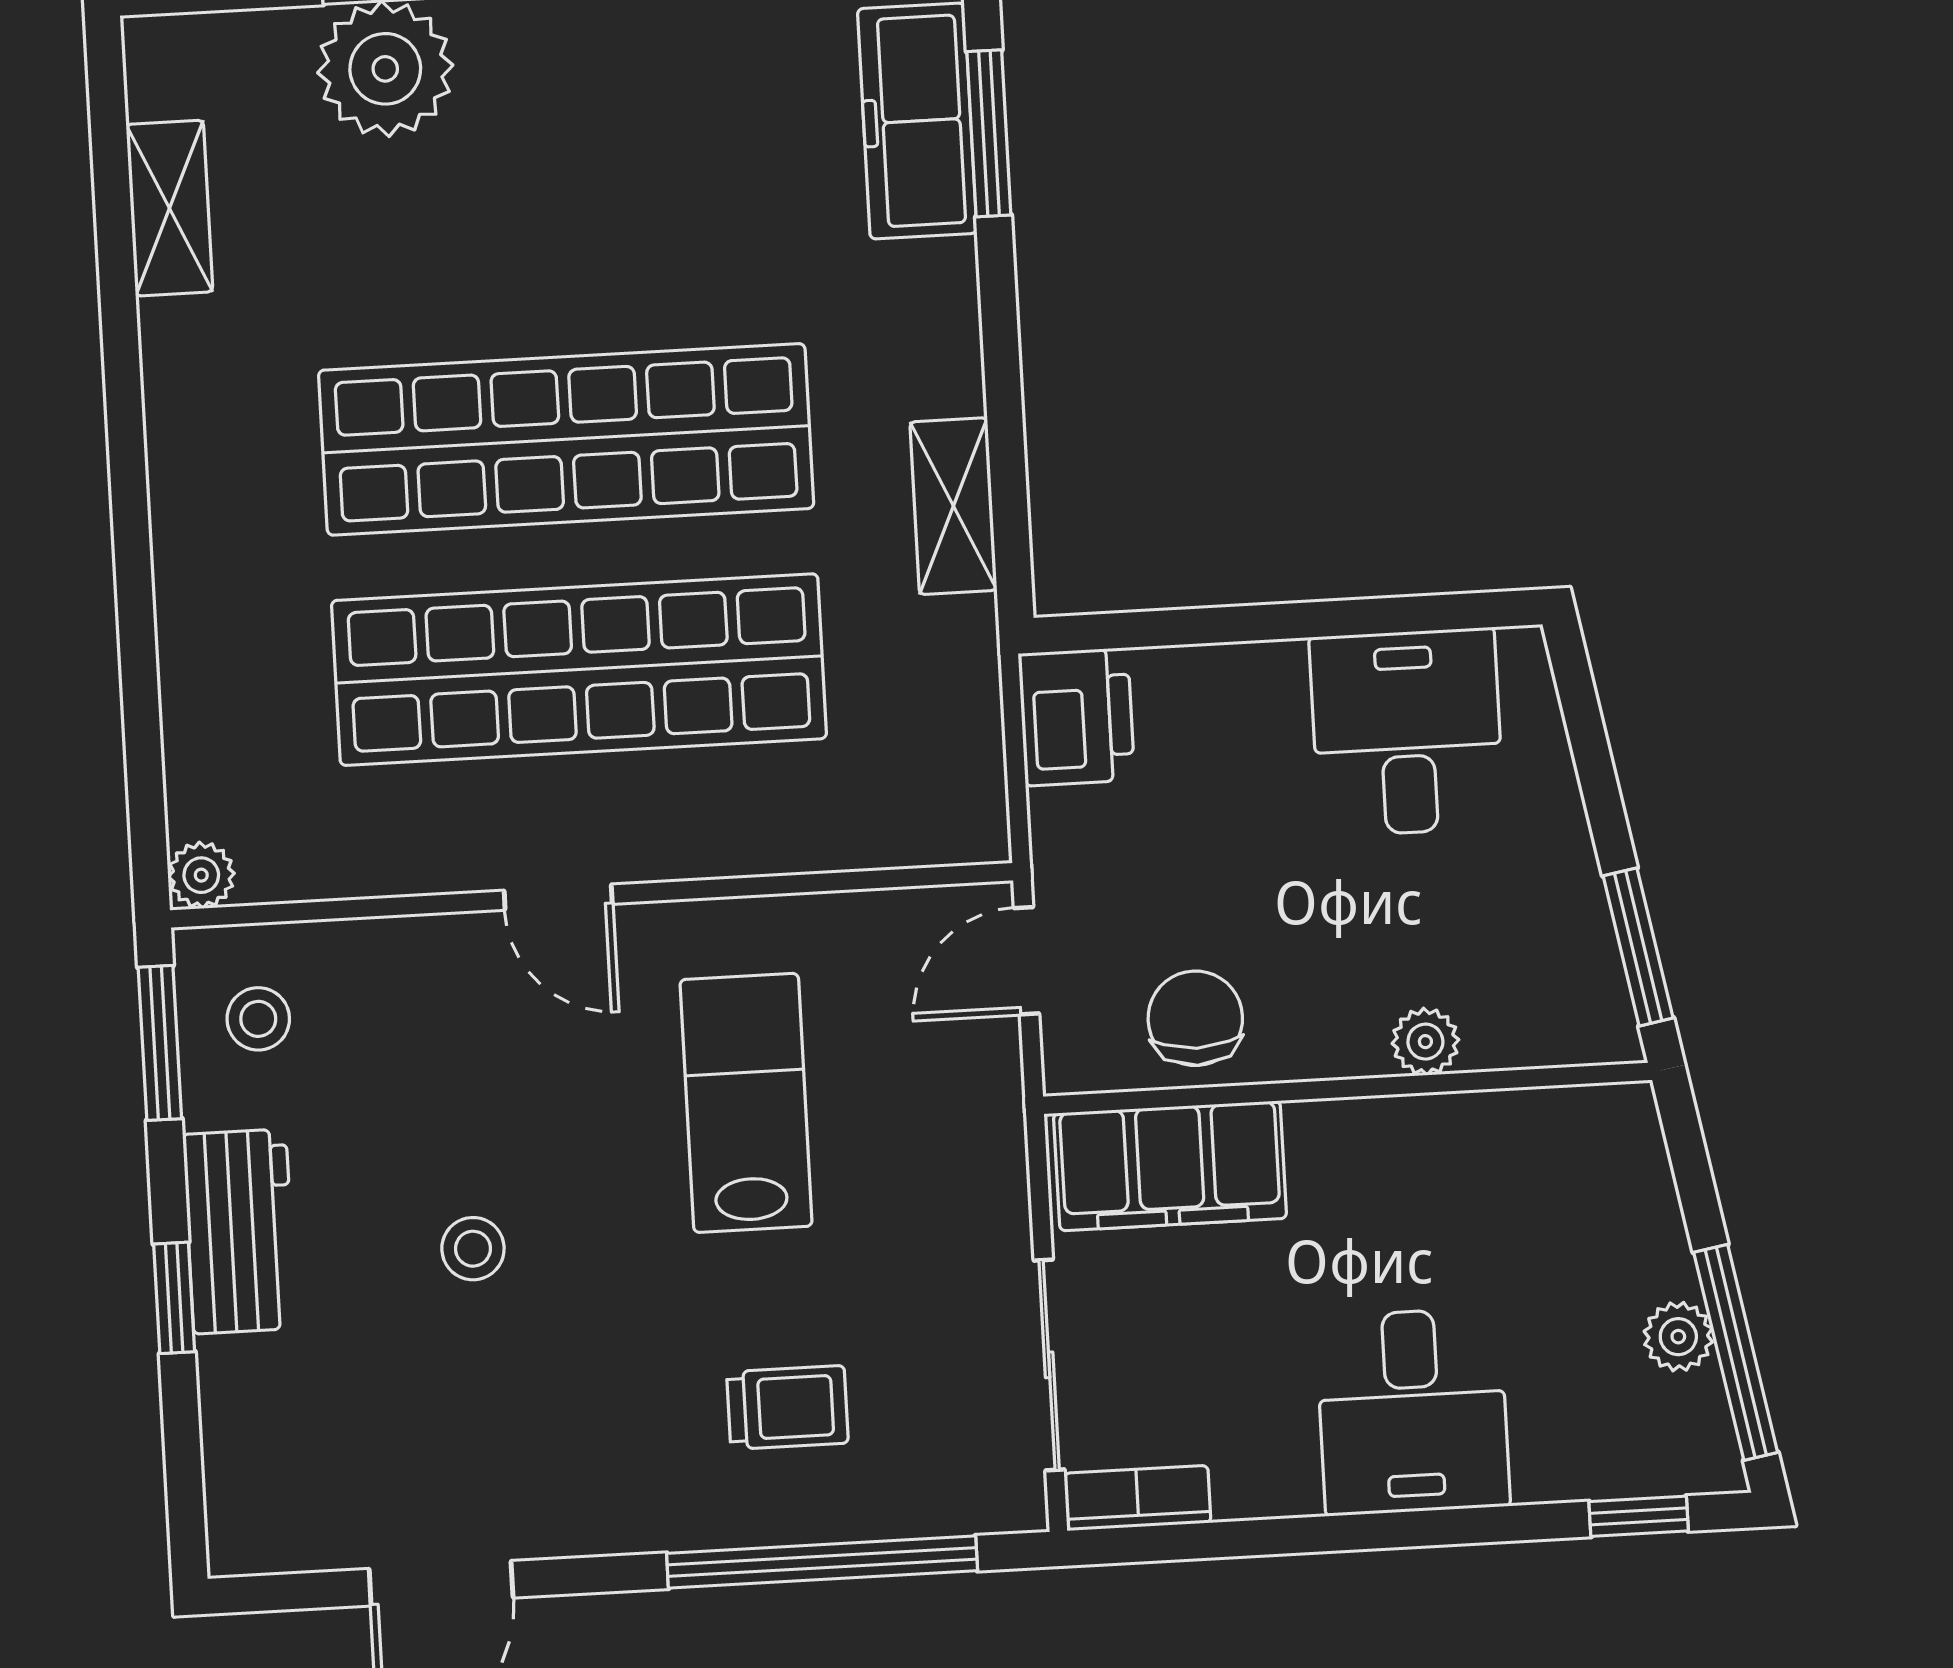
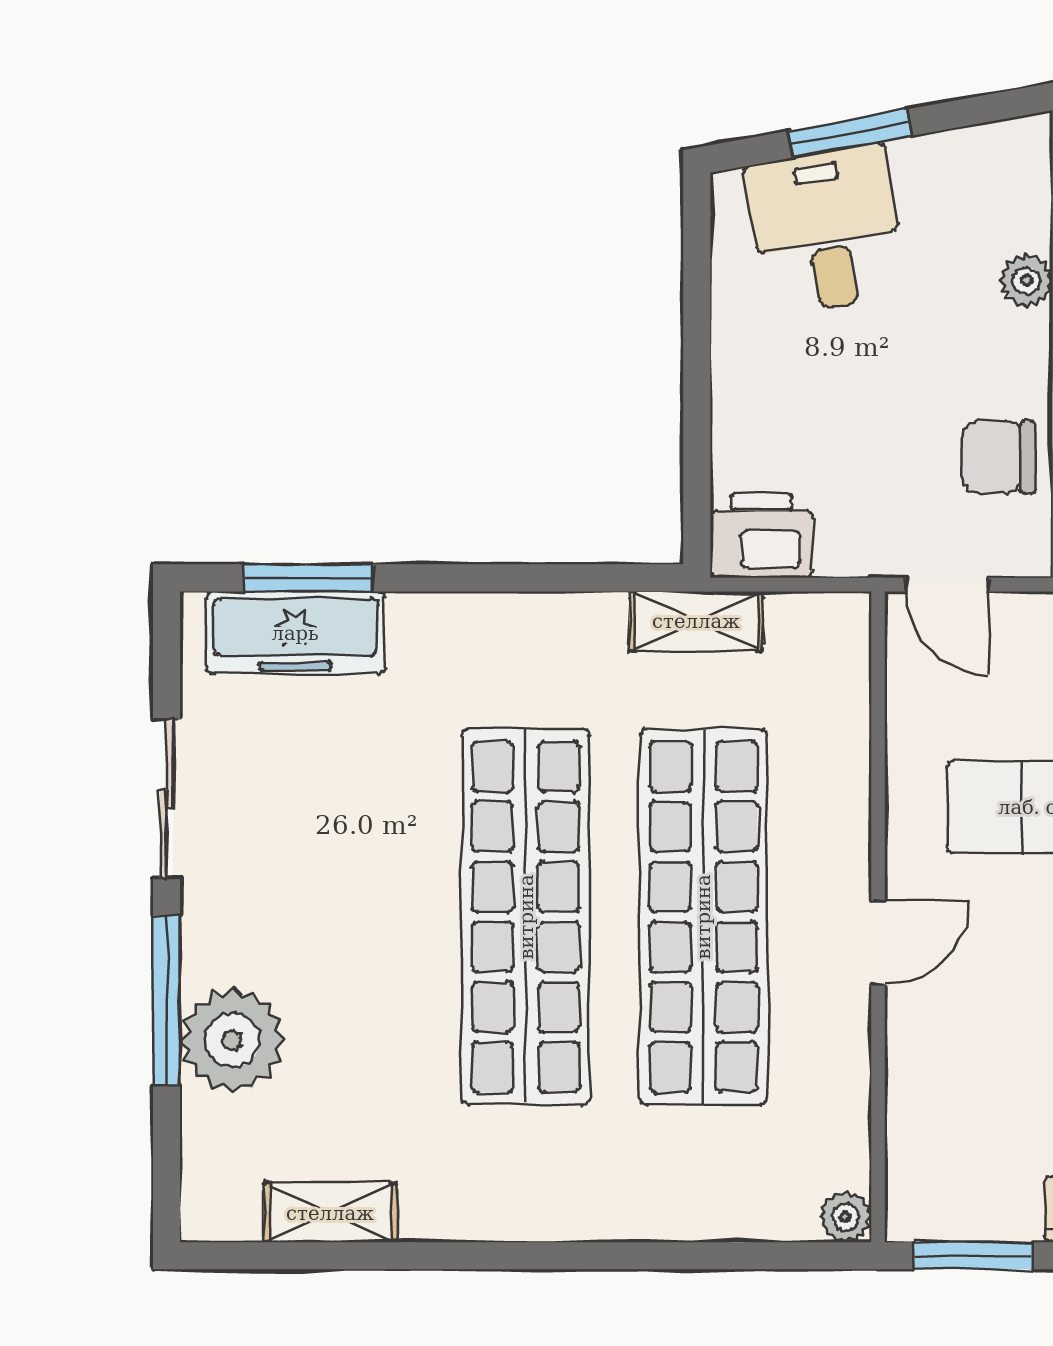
shelving: (953, 506) -> (696, 621), moved
desk: (1407, 732) -> (826, 230), moved, turned 80
window: (1638, 947) -> (850, 133), moved
stool: (258, 1019) -> (959, 1179), removed

